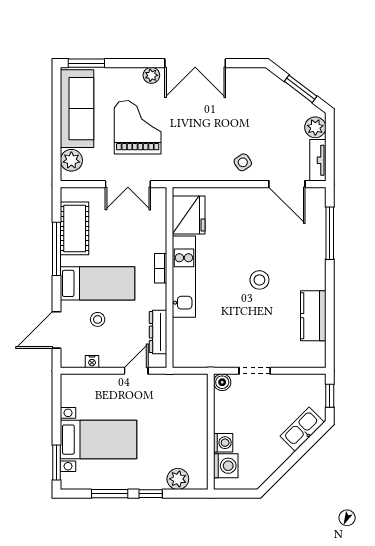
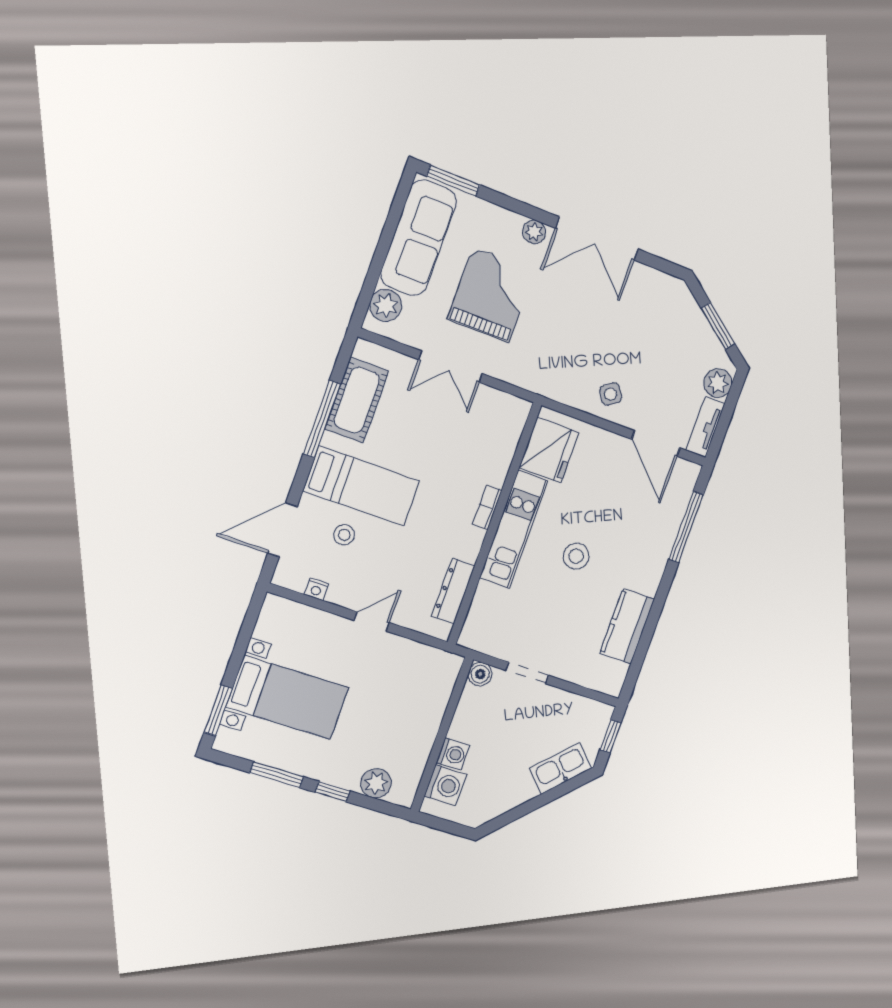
fridge: (189, 215) -> (549, 450), moved
bookcase: (161, 268) -> (487, 507), moved
wall: (170, 277) -> (494, 524), moved
kitchen unit: (184, 277) -> (514, 529), moved
dresser: (158, 332) -> (453, 591), moved

